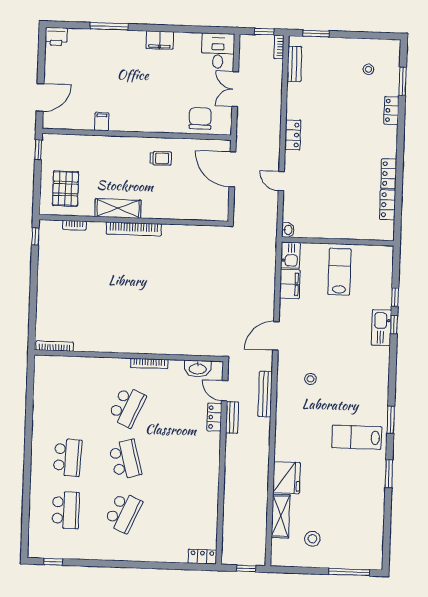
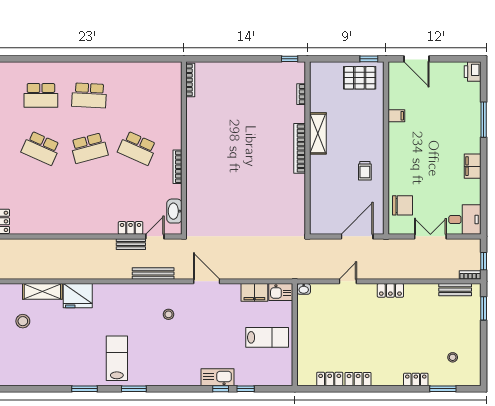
pallet: (65, 189) -> (360, 78), moved

